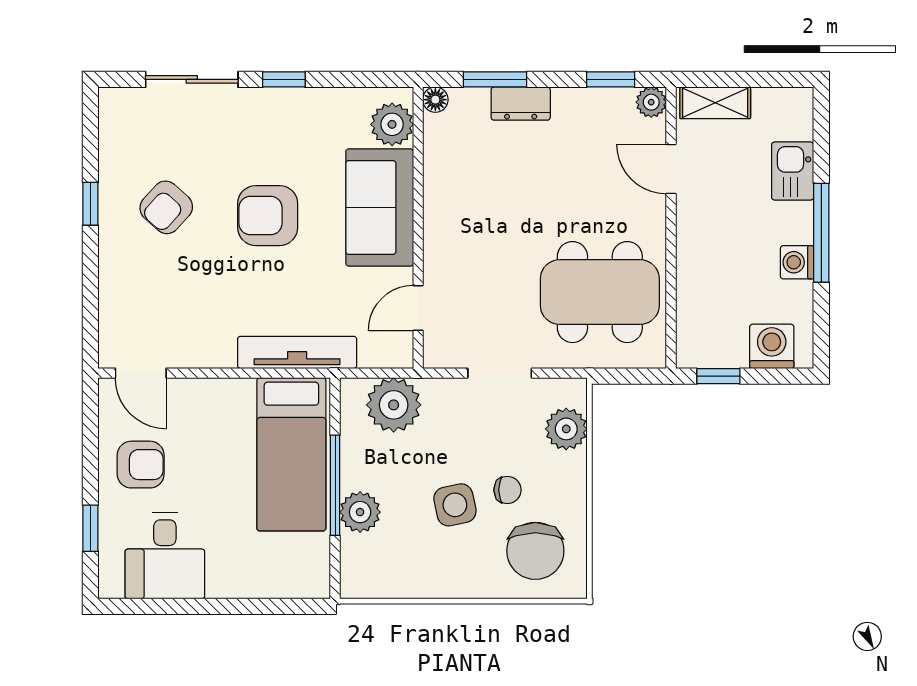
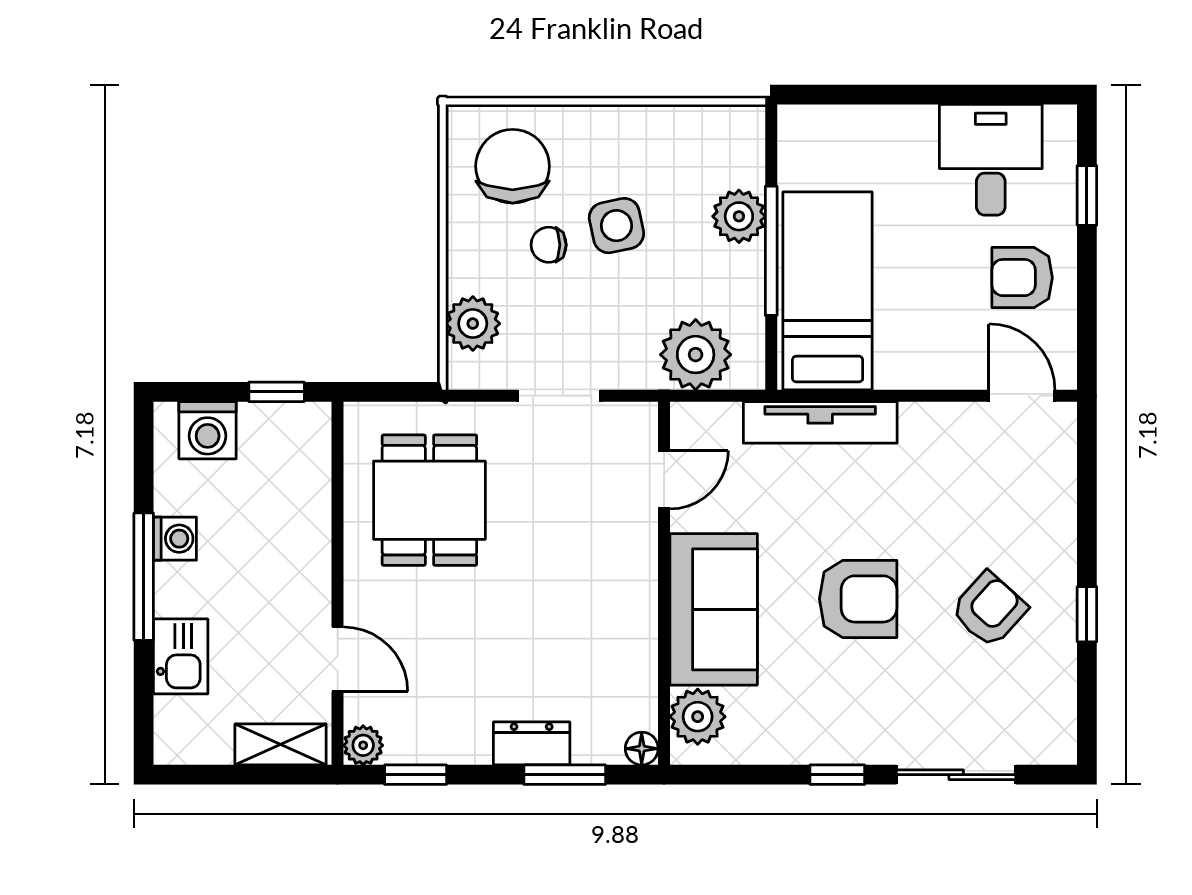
dining table: (600, 292) -> (429, 500), width x0.73

